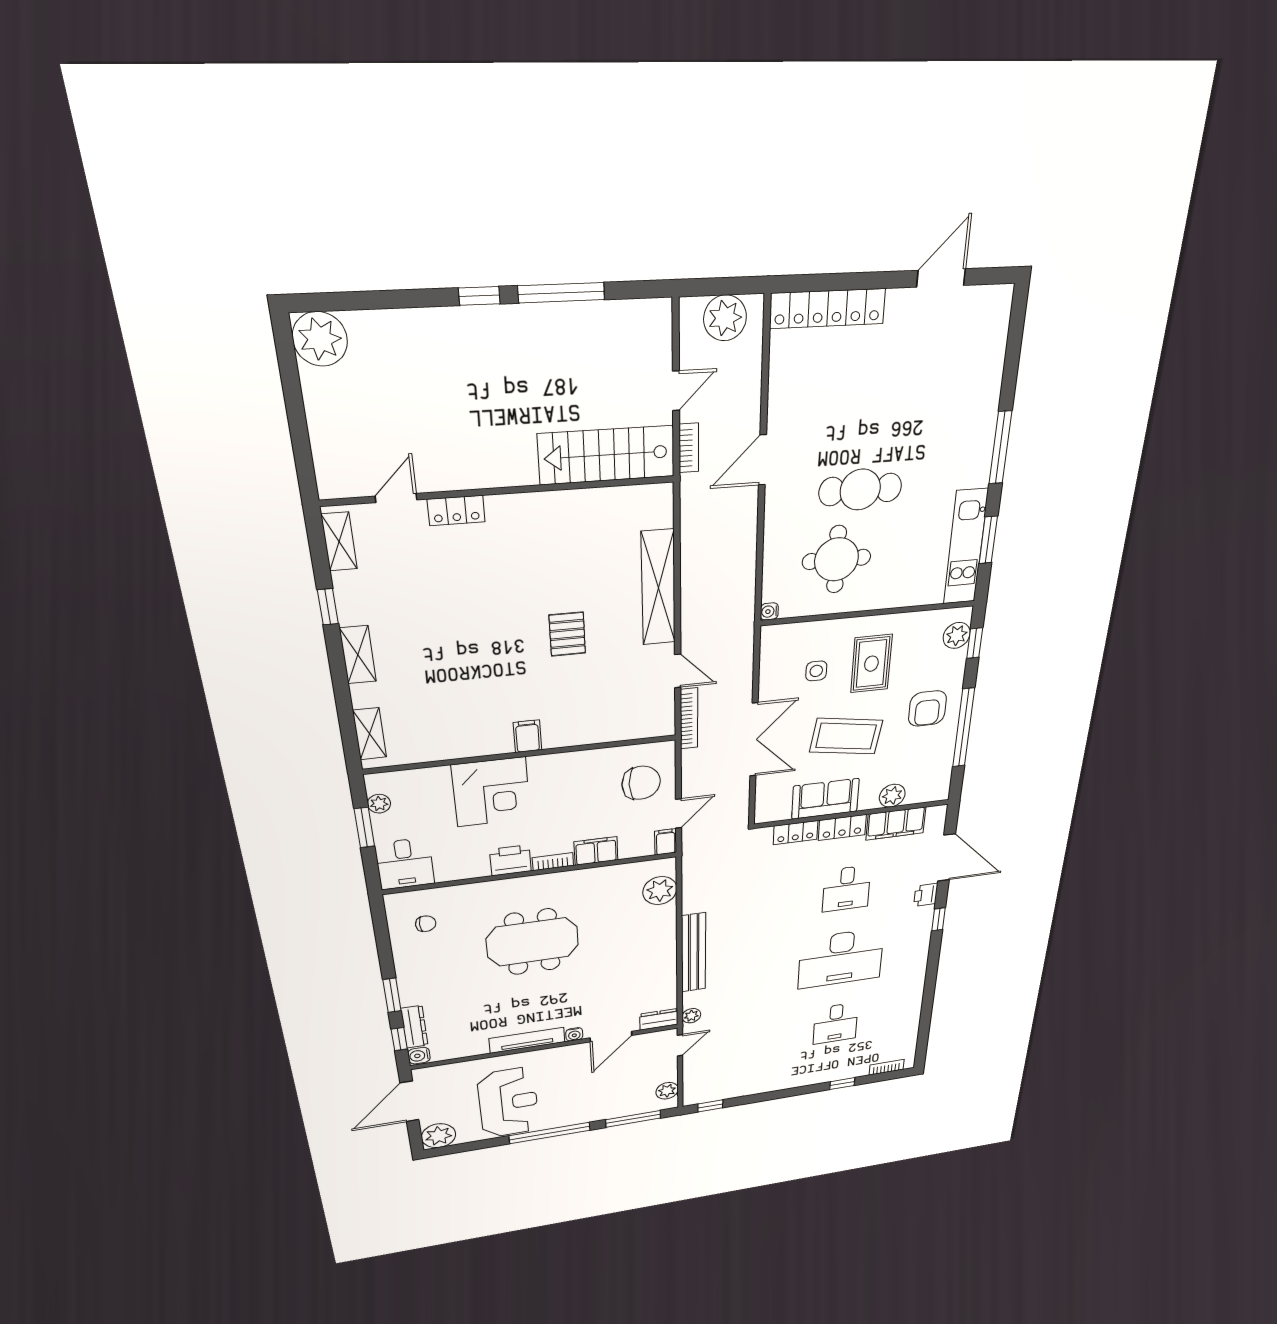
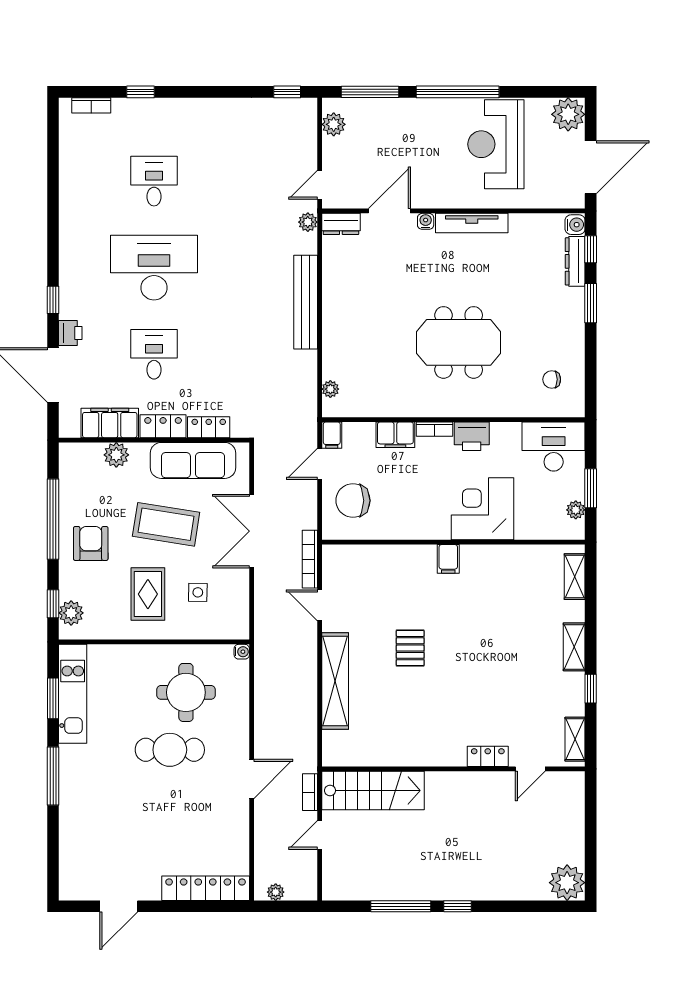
plant: (725, 318) -> (276, 892), width x0.53, depth x0.53
sofa: (825, 799) -> (193, 460), width x1.36
desk: (405, 864) -> (554, 447), width x1.37
plant: (660, 891) -> (330, 389), width x0.53, depth x0.53

